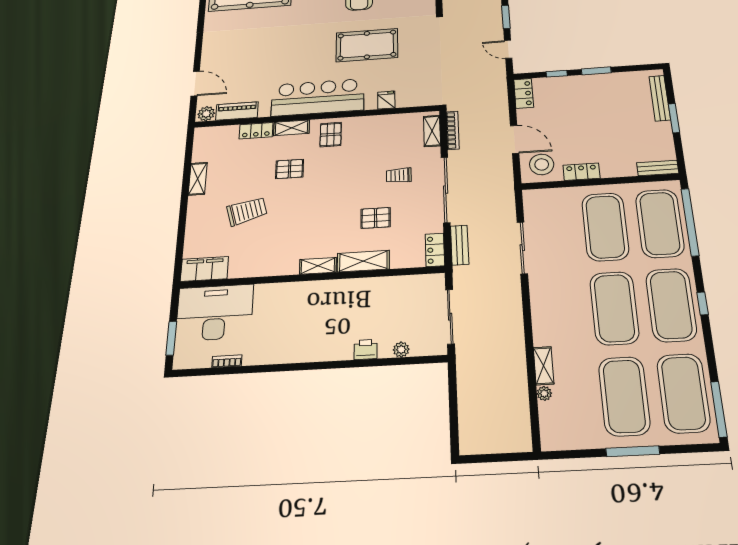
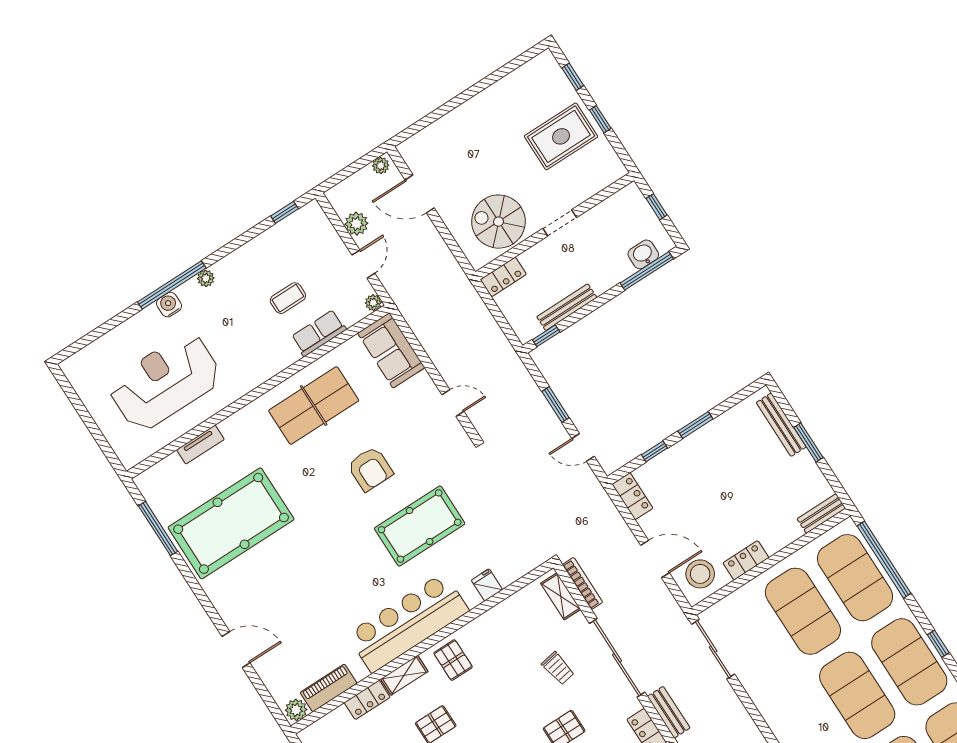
door: (195, 84) -> (236, 650), moved
trolley: (399, 175) -> (558, 668), turned -100
sliding door: (522, 248) -> (713, 649), moved

